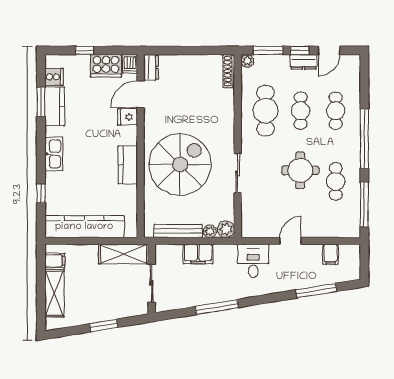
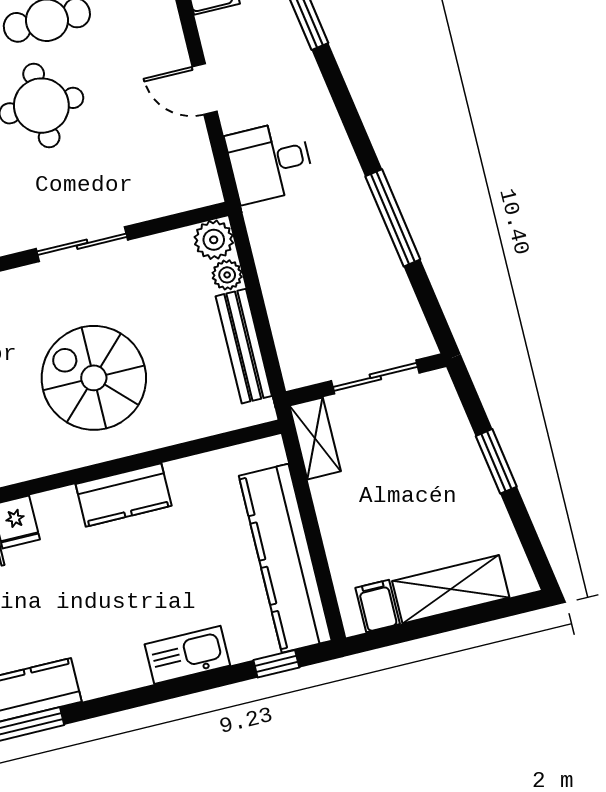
kitchen sink: (54, 154) -> (187, 655), moved
spiral stairs: (180, 164) -> (94, 378), width x0.73, depth x0.73
window: (41, 193) -> (276, 664), moved
shelving: (124, 254) -> (315, 438), width x0.67, depth x0.75
filing cabinet: (198, 254) -> (284, 289), removed

